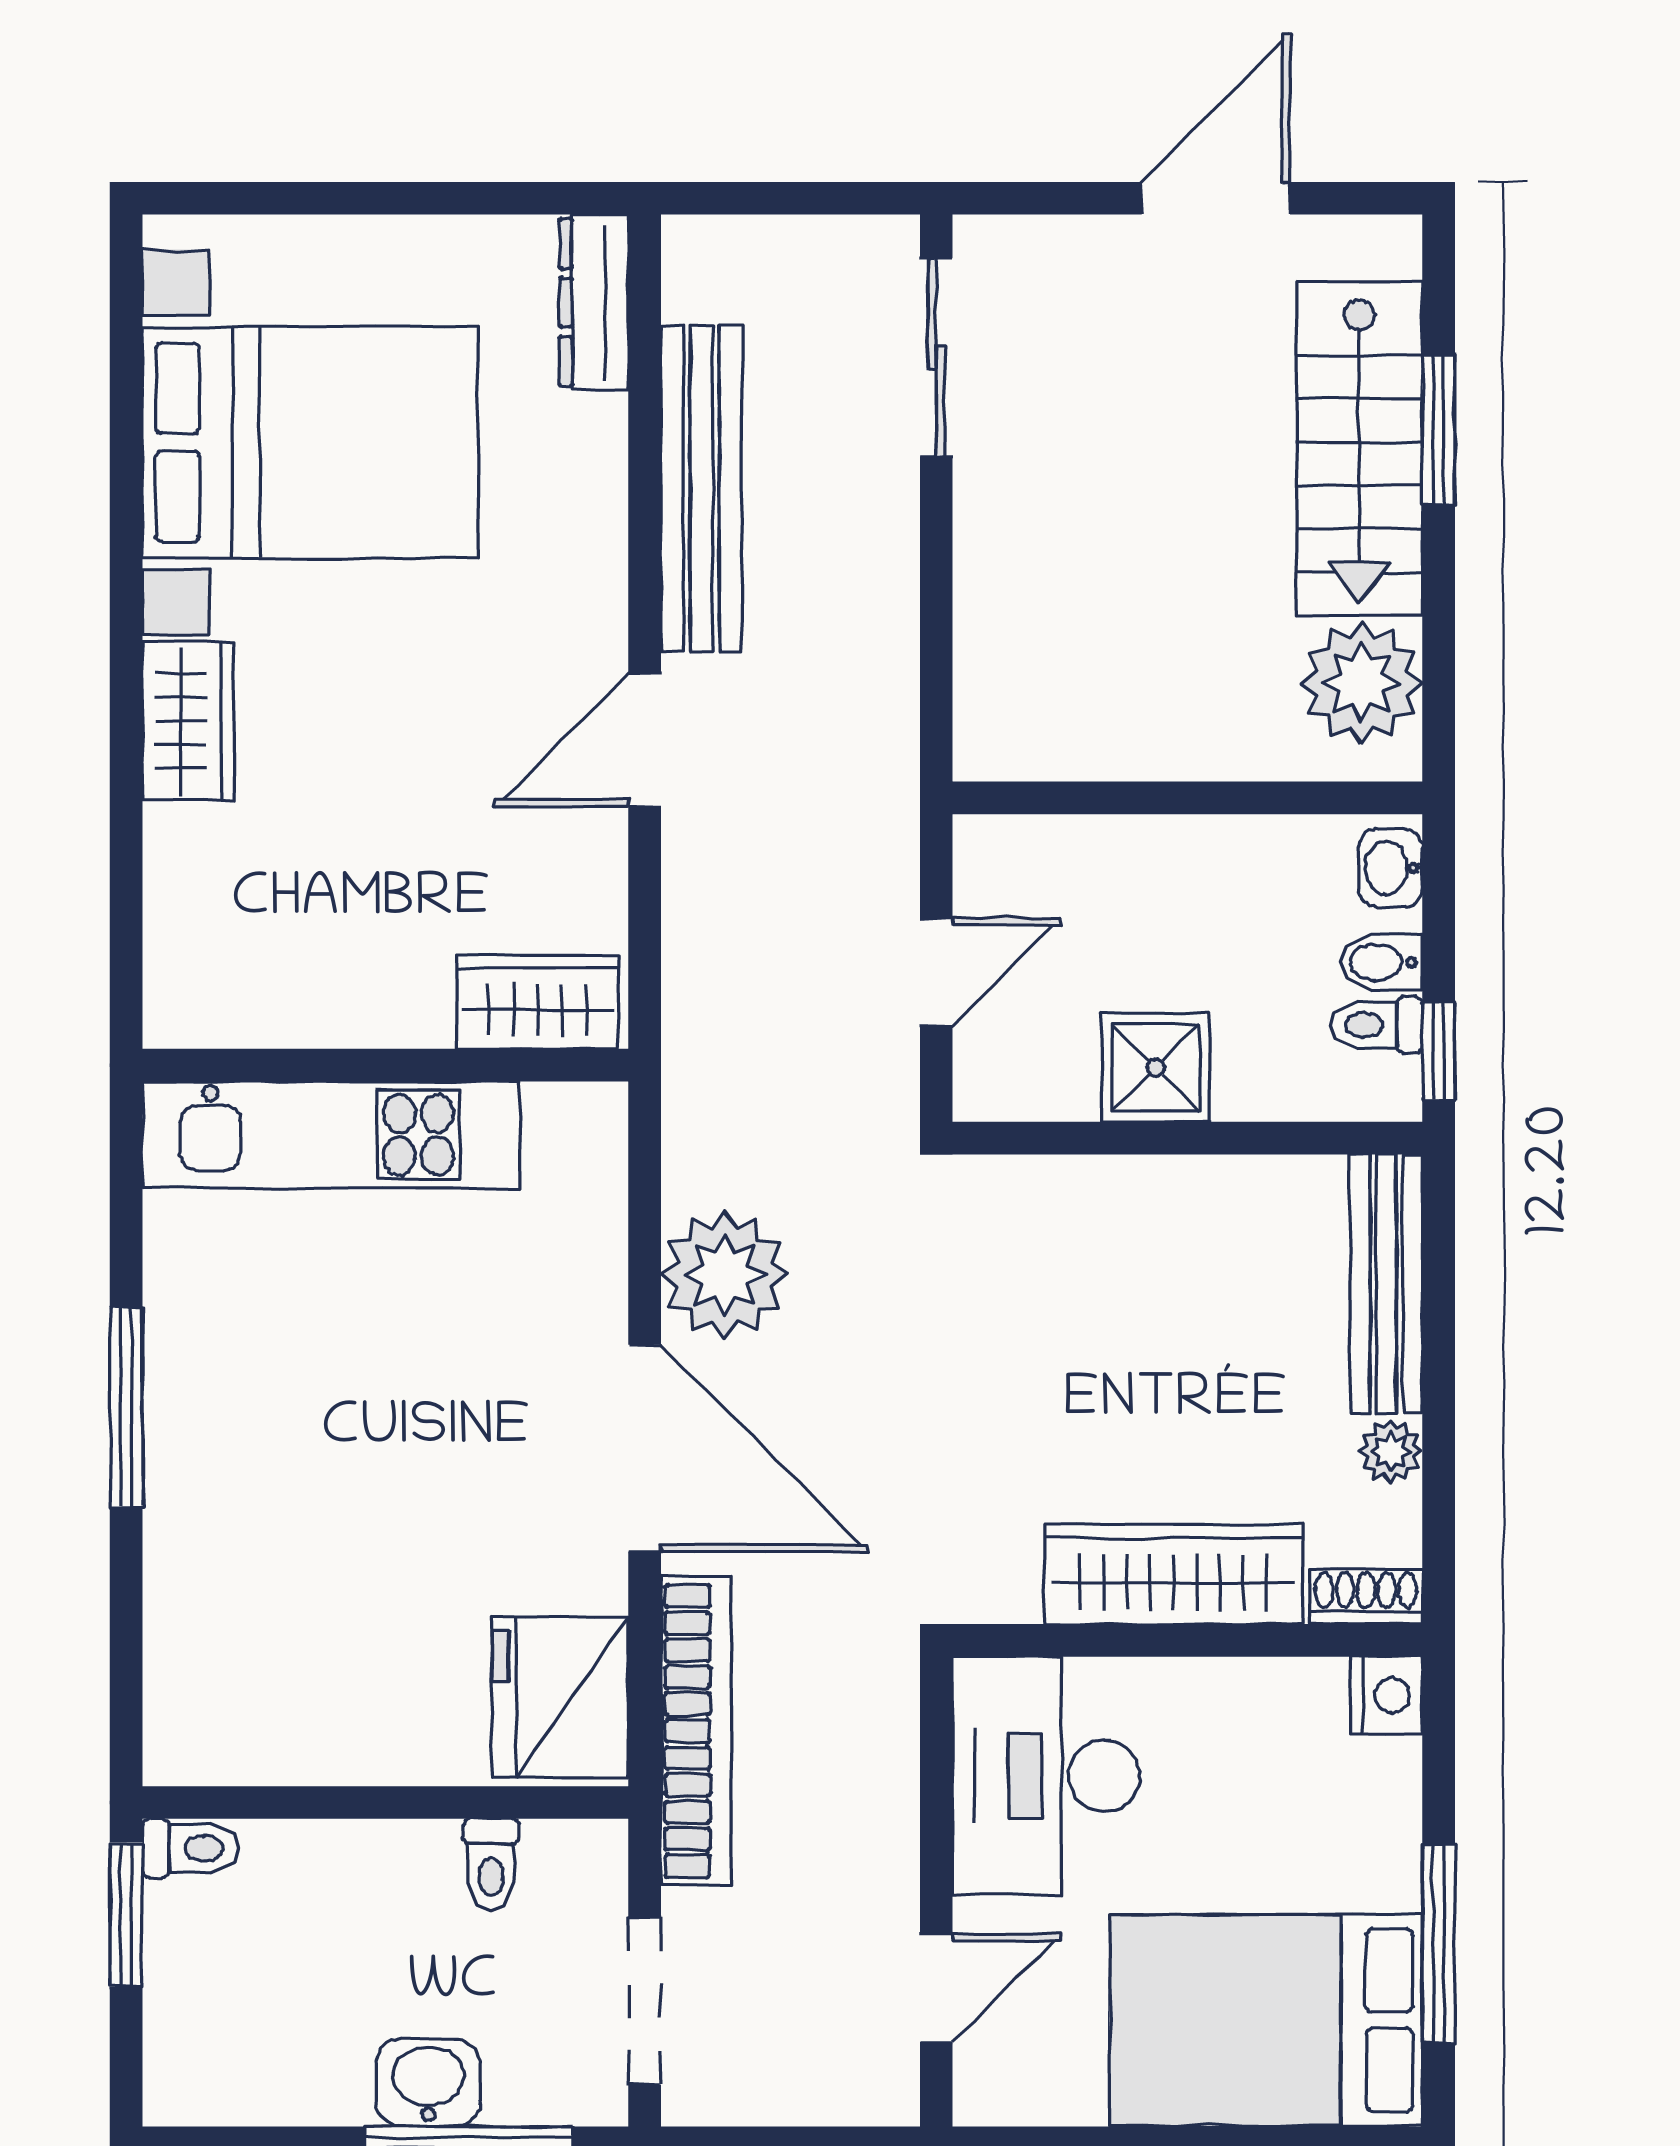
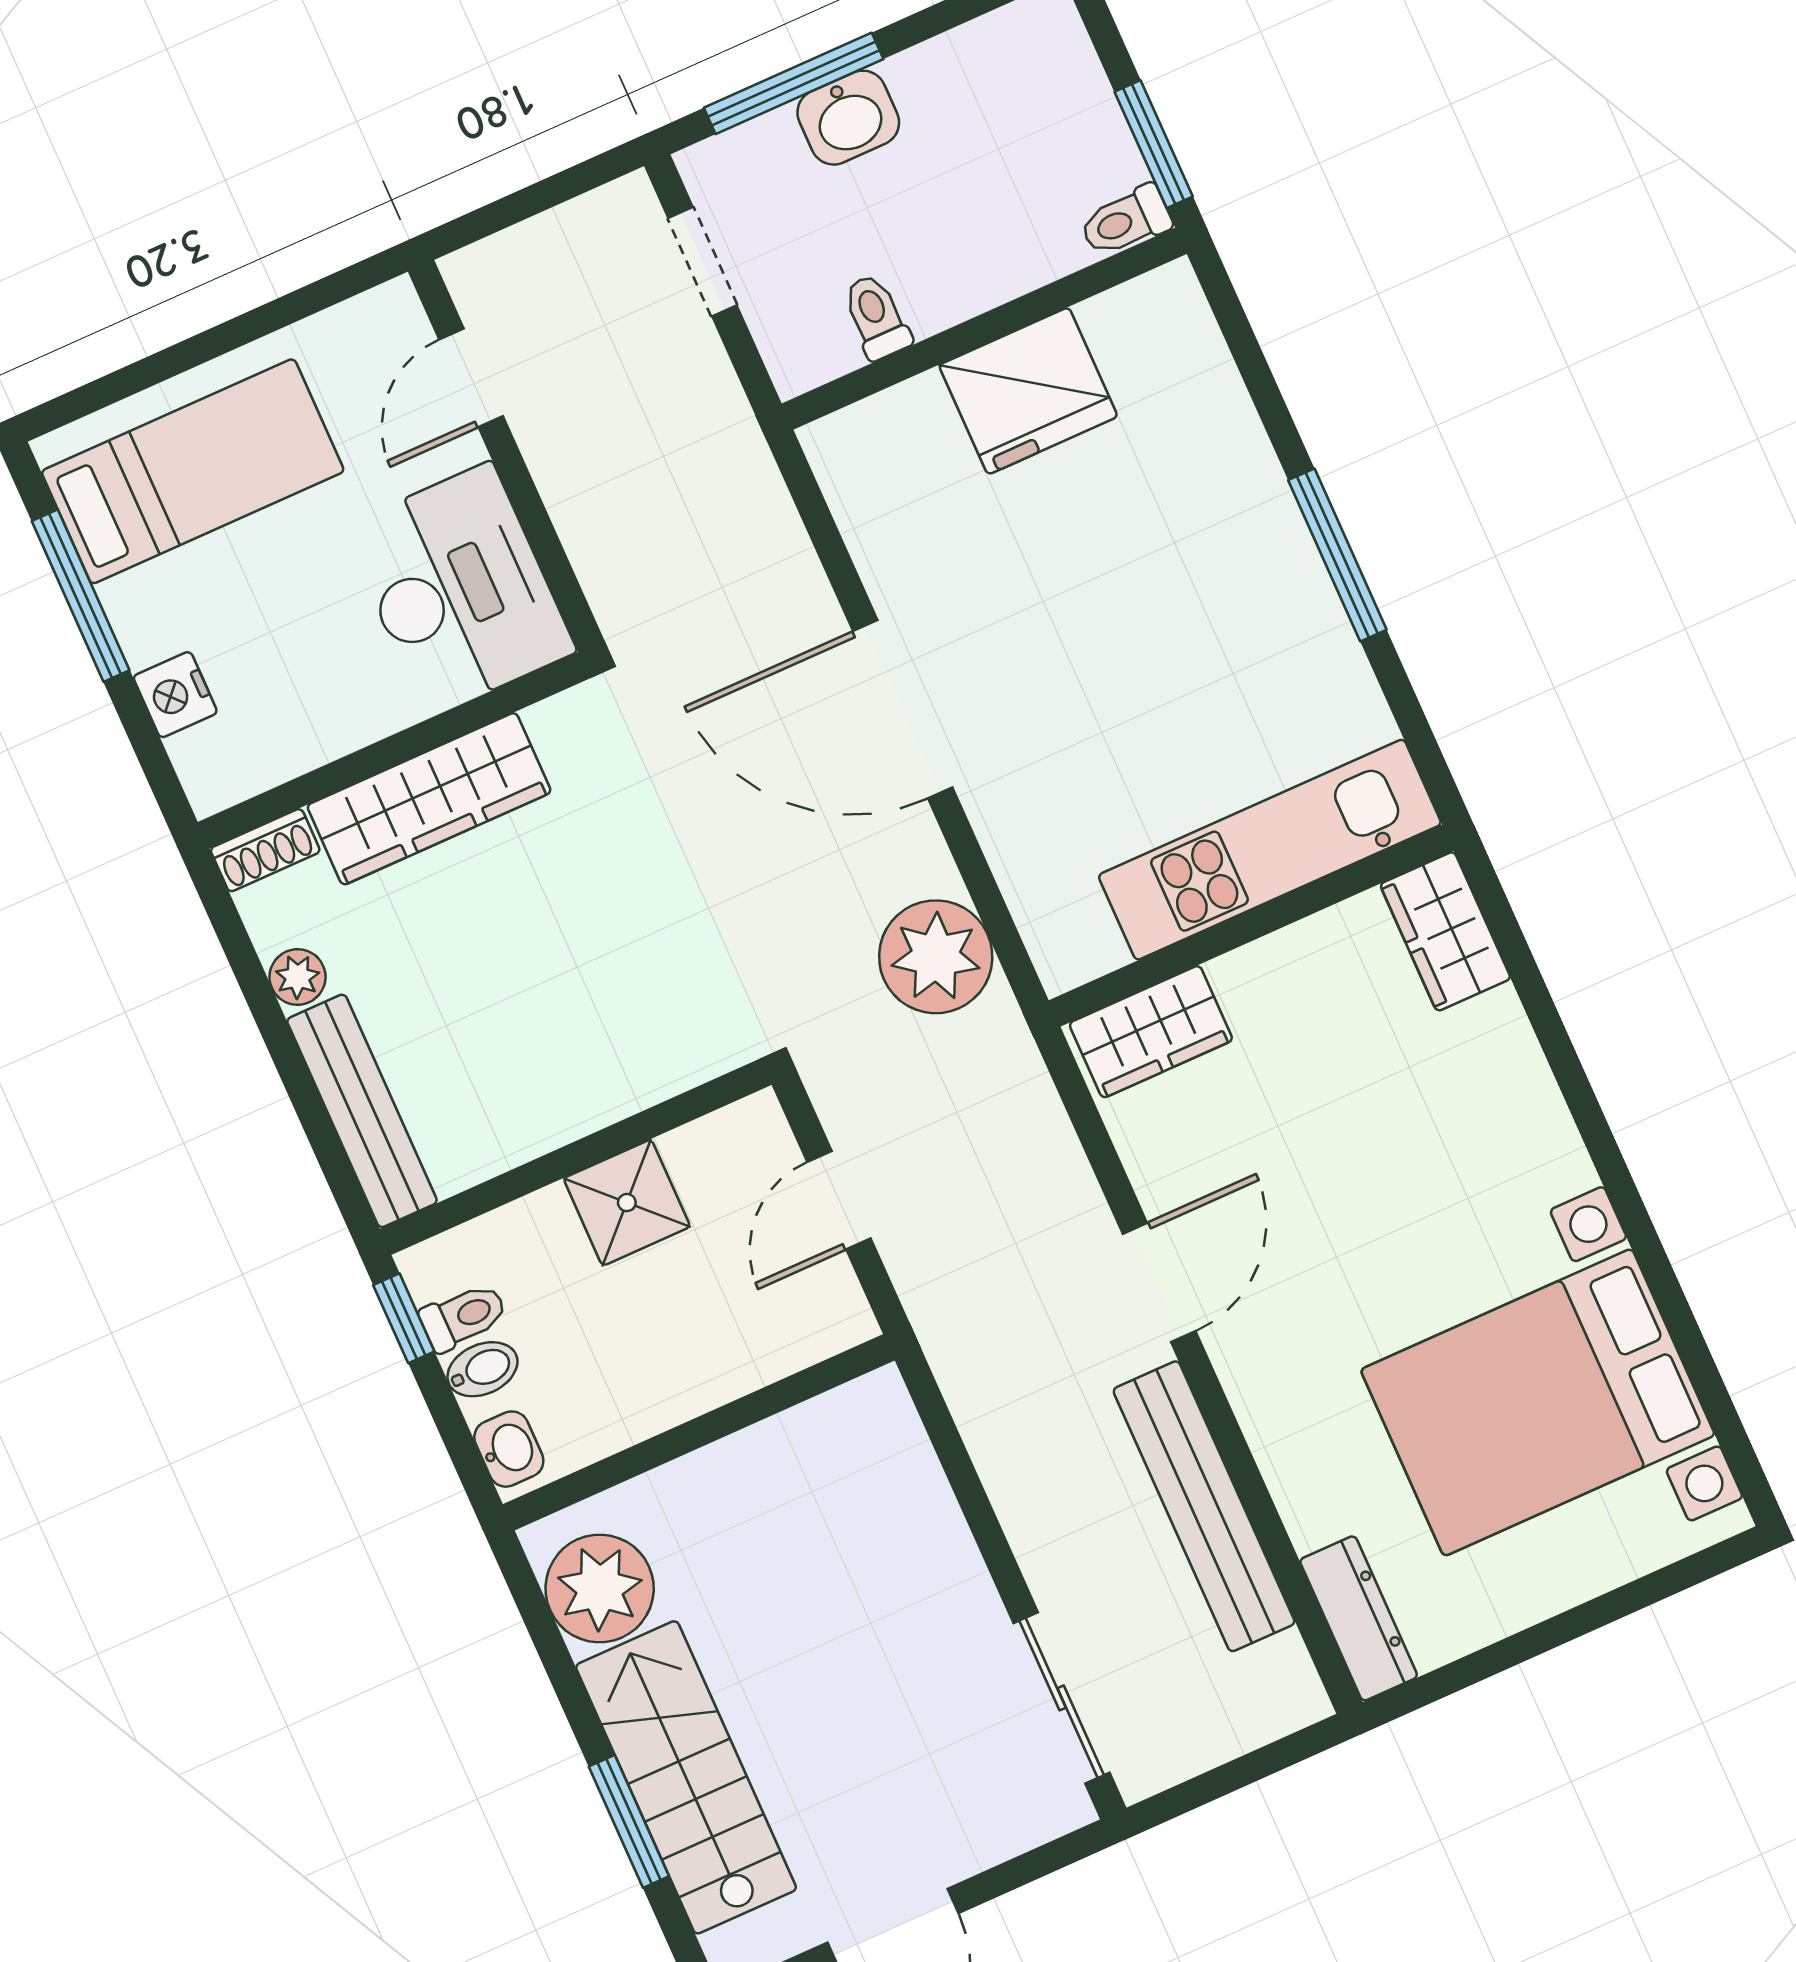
wardrobe: (188, 721) -> (1445, 931), moved
plant: (725, 1275) -> (936, 957), moved
nightstand: (1387, 1695) -> (175, 695), moved
fridge: (560, 1697) -> (1028, 391), moved, turned 90
bookcase: (696, 1731) -> (759, 499), removed
doorway: (645, 2001) -> (703, 262), width x0.73
bed: (1266, 2020) -> (193, 471), width x0.67

